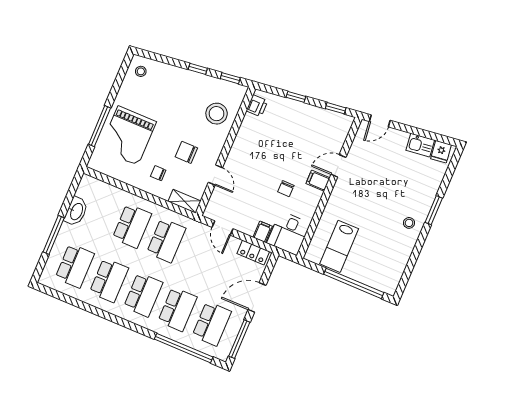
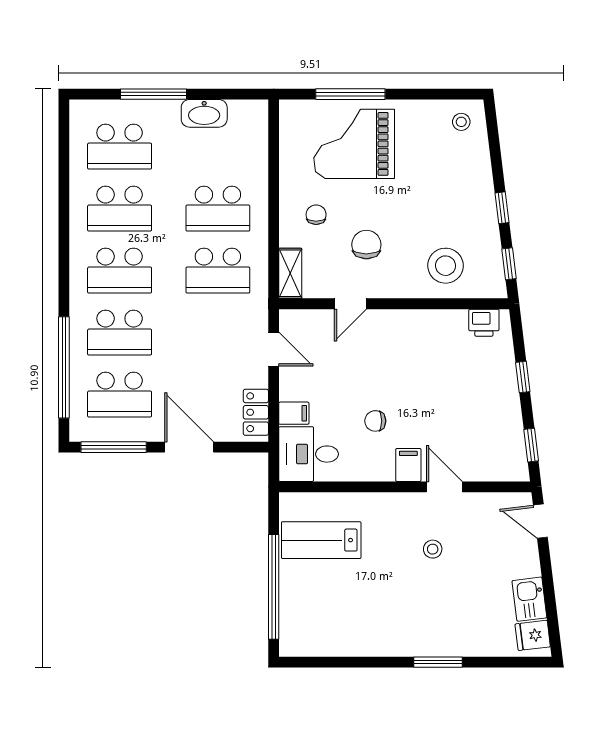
stool: (409, 223) -> (433, 549), moved
door: (222, 228) -> (274, 349), swing flipped

